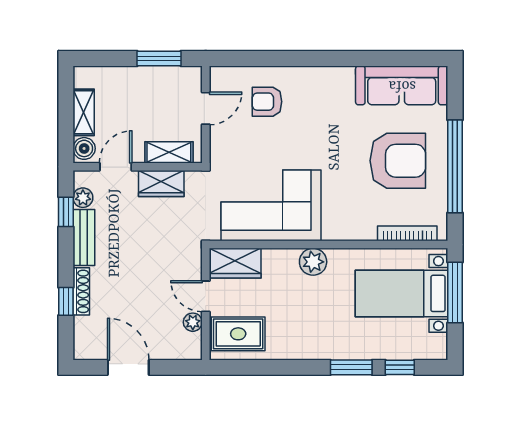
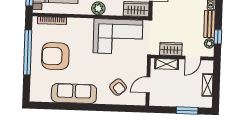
window: (159, 59) -> (187, 111), moved
sofa: (402, 85) -> (74, 93), moved
armchair: (267, 102) -> (118, 87), turned 48
boiler: (84, 148) -> (208, 67), removed

